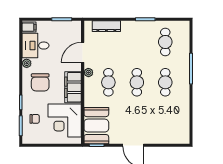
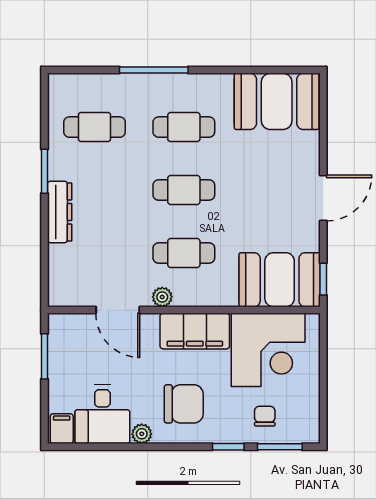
dresser: (106, 26) -> (60, 212), moved
booth: (177, 124) -> (277, 101), added

